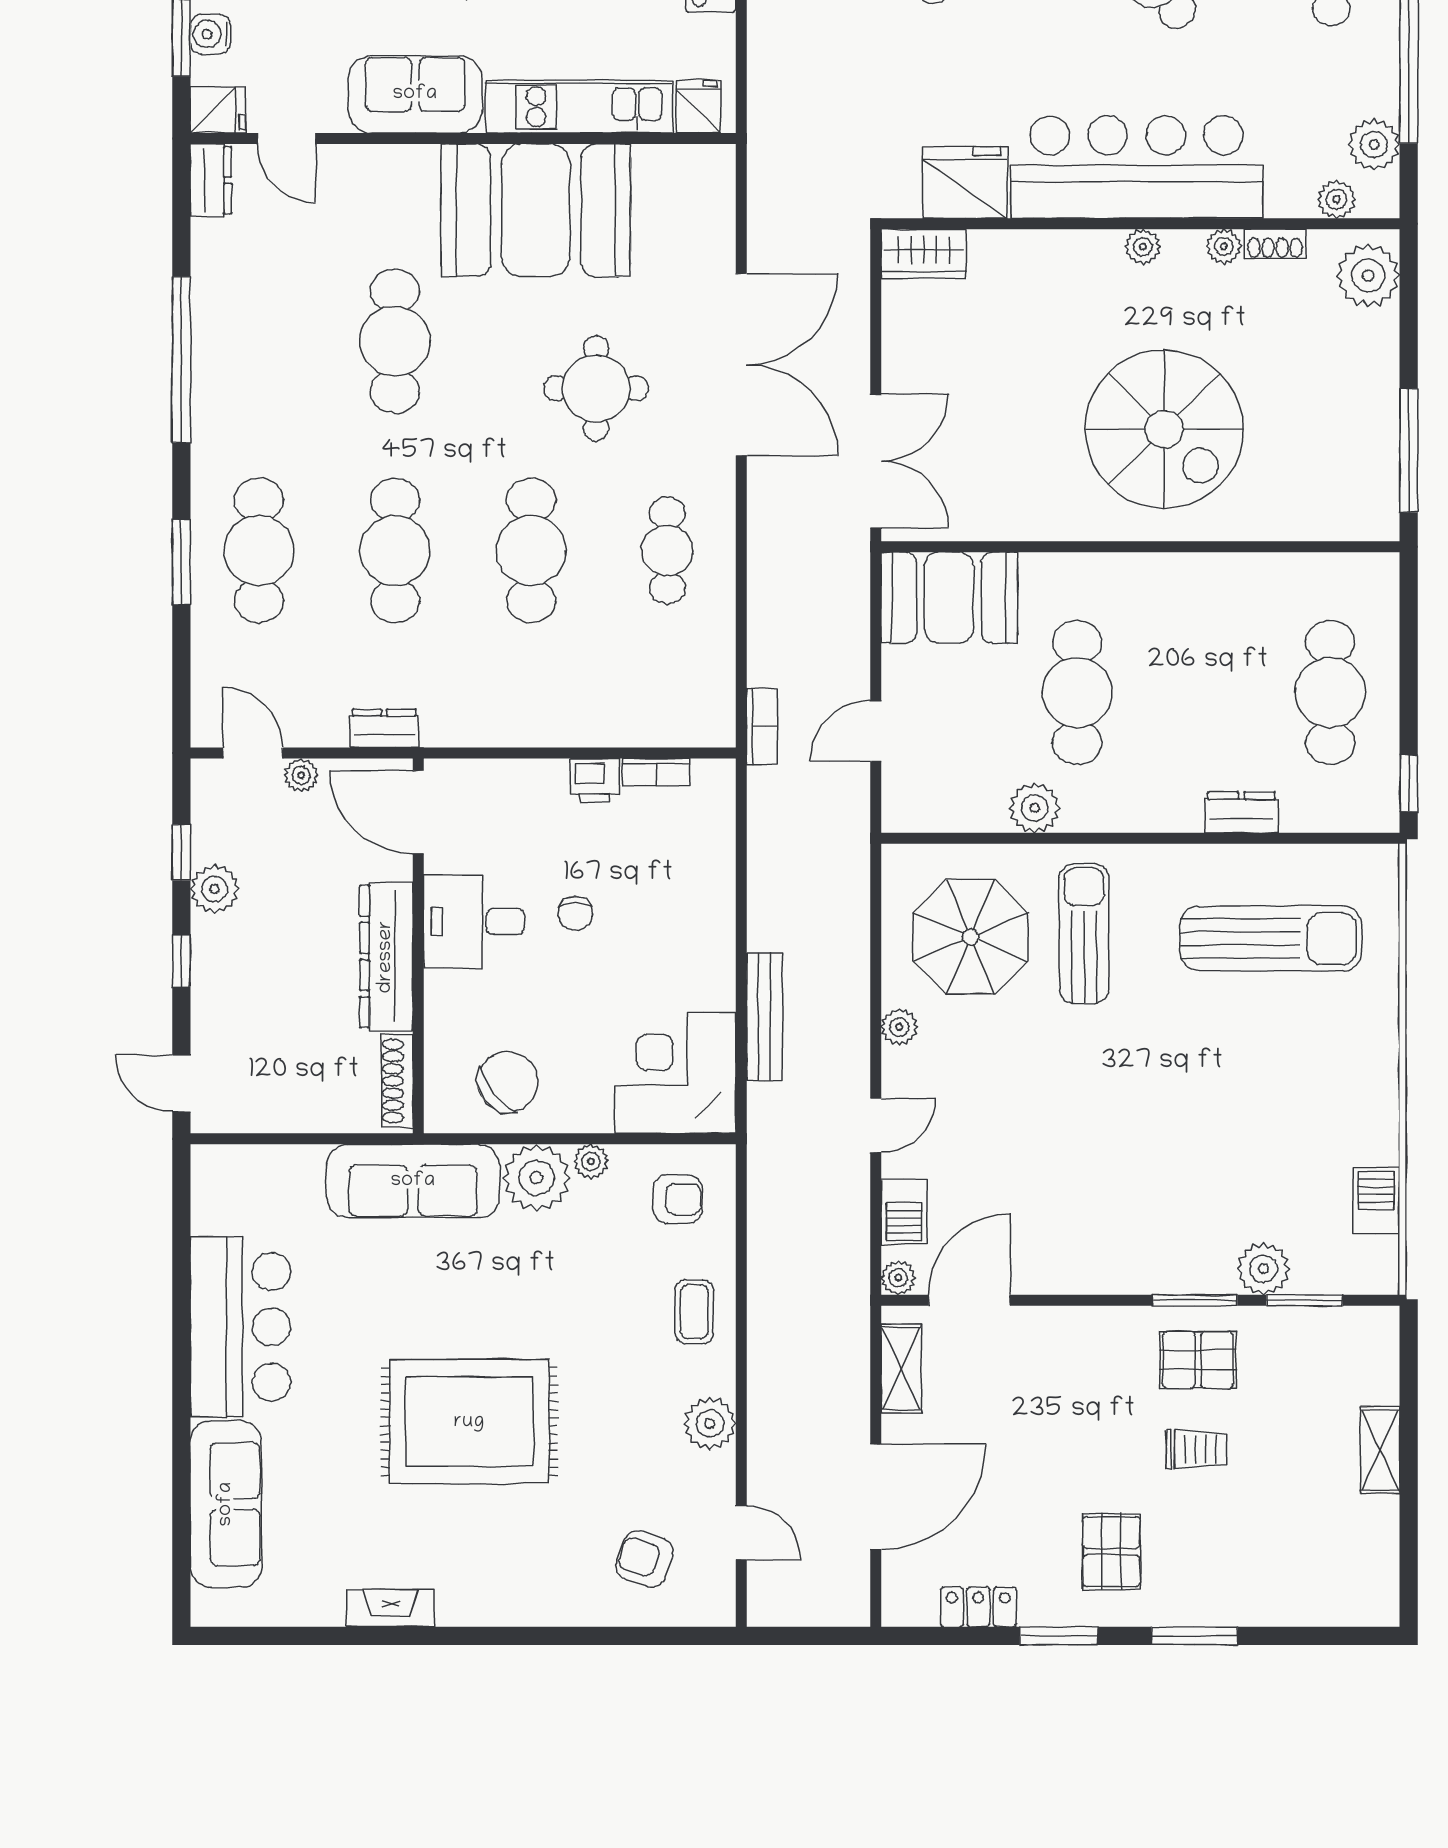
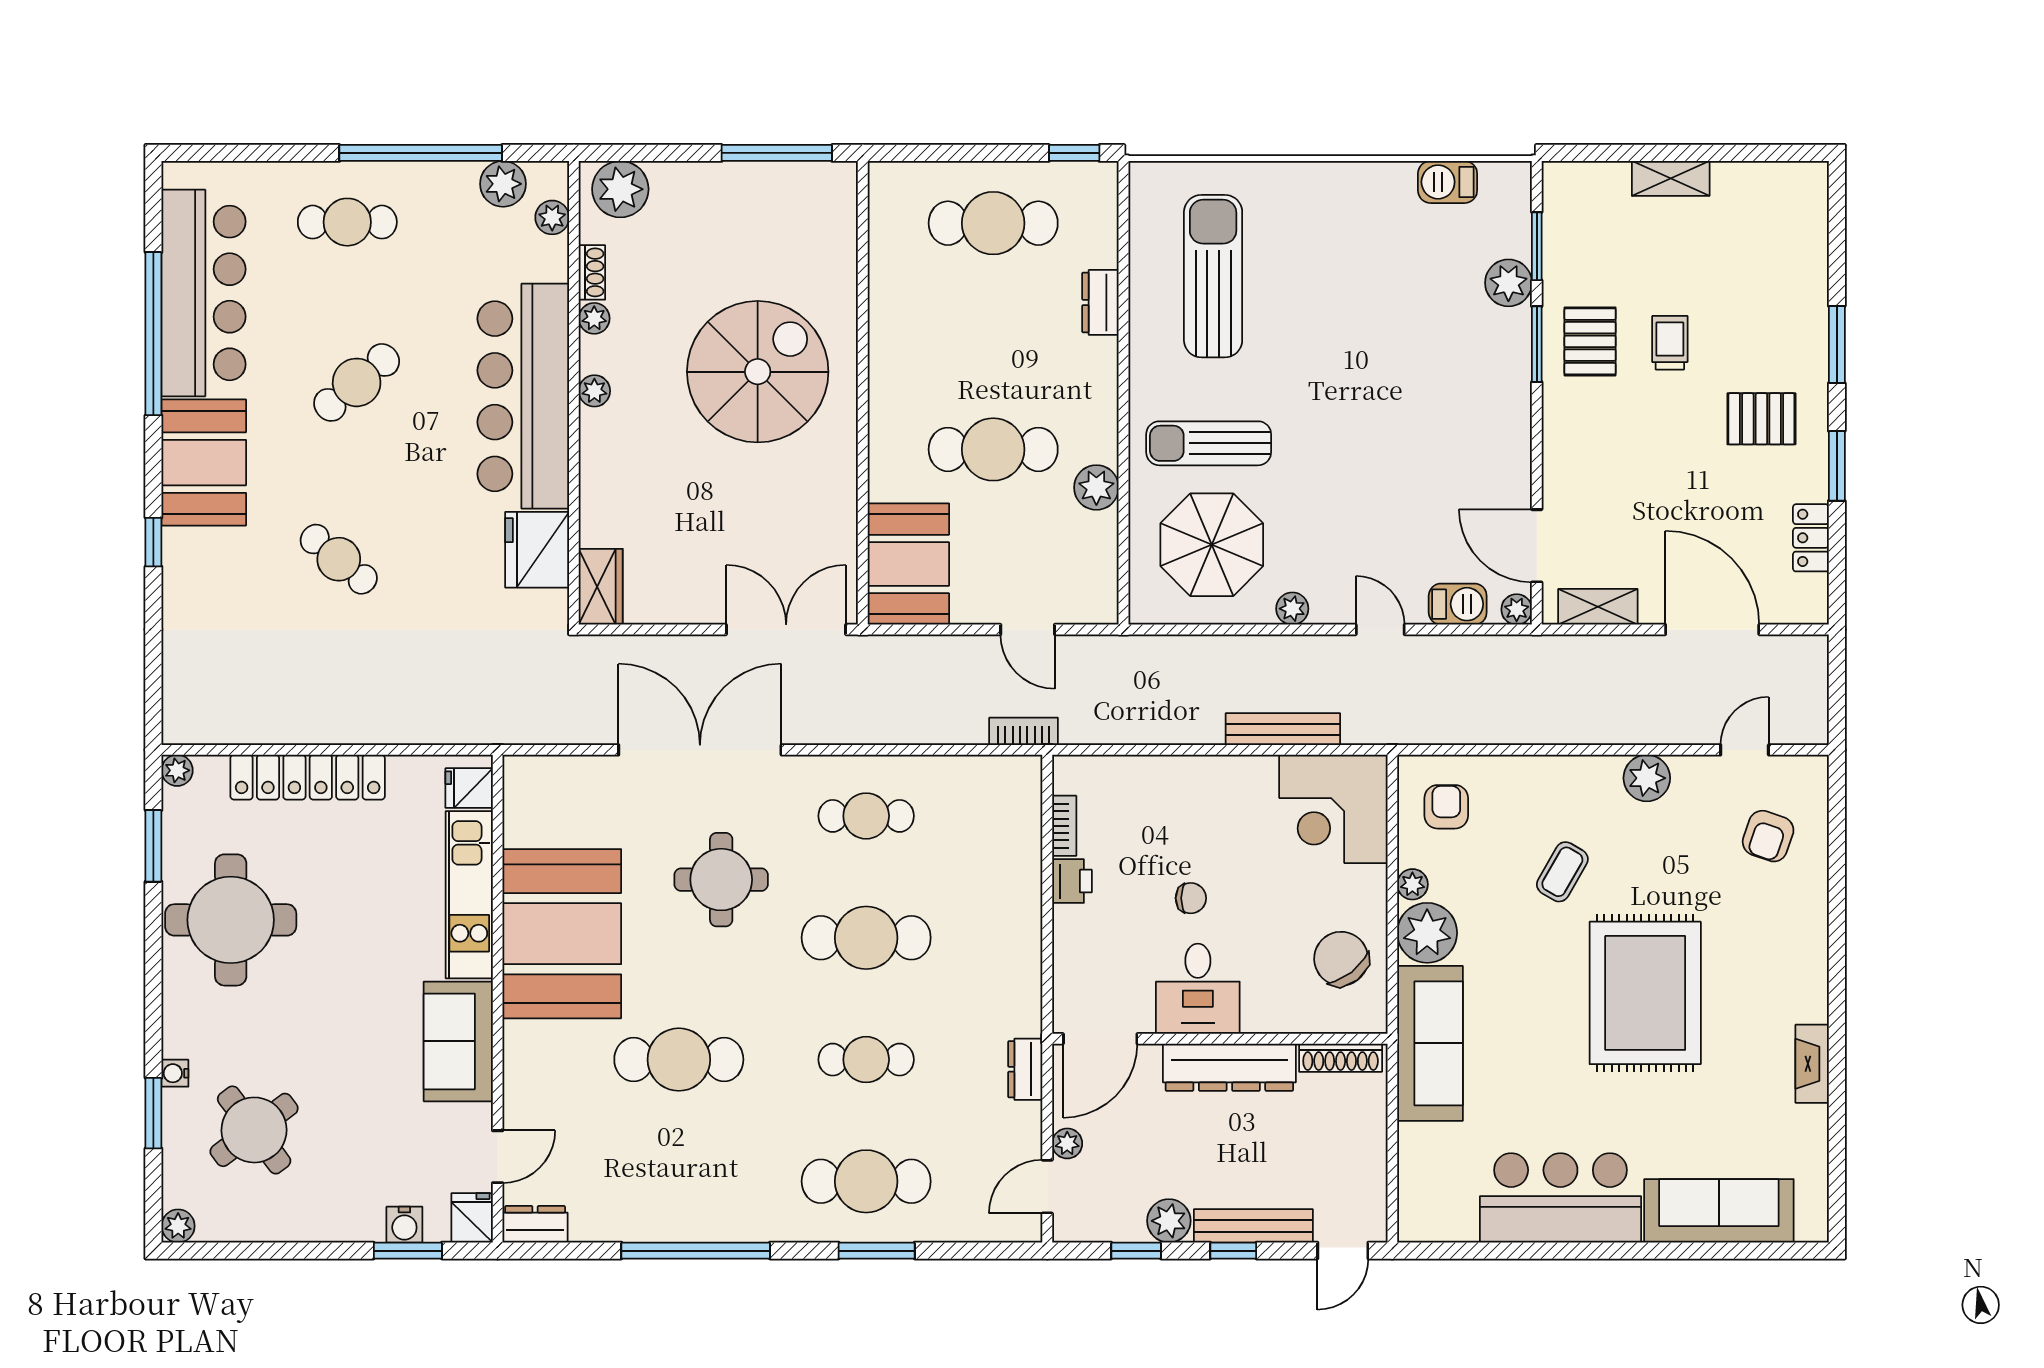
cafe table: (395, 550) -> (866, 1060), width x0.73, depth x0.74
bench: (209, 984) -> (1253, 1226), added
coffee table: (694, 1312) -> (1562, 872), moved, turned -60

